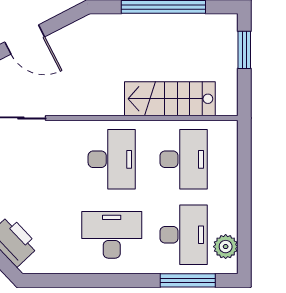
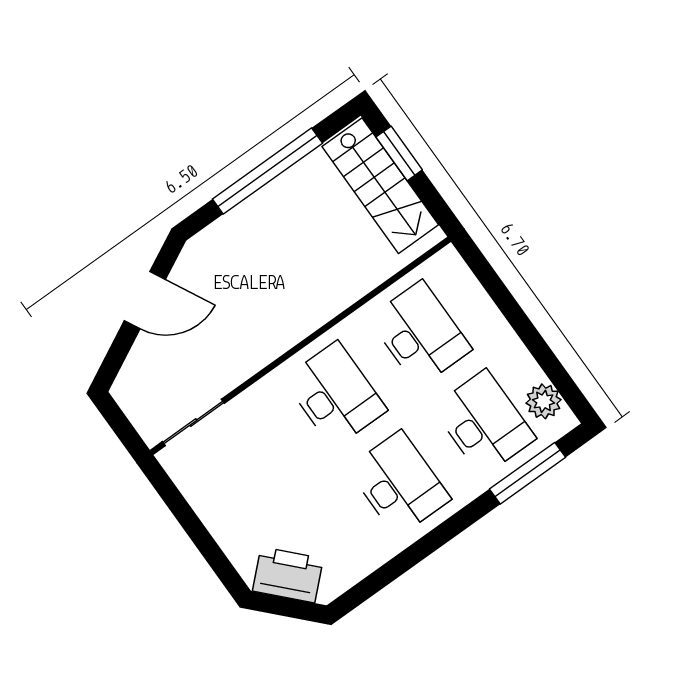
door: (25, 39) -> (145, 300), moved
stairs: (170, 99) -> (380, 186), moved, turned -90
desk: (112, 235) -> (399, 484), turned 90

